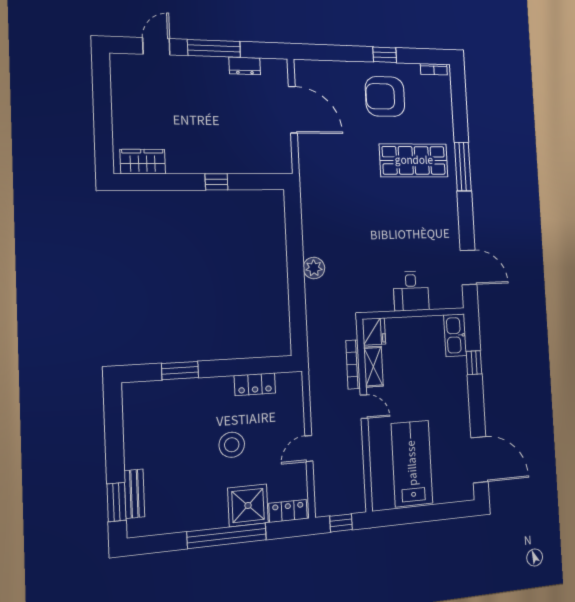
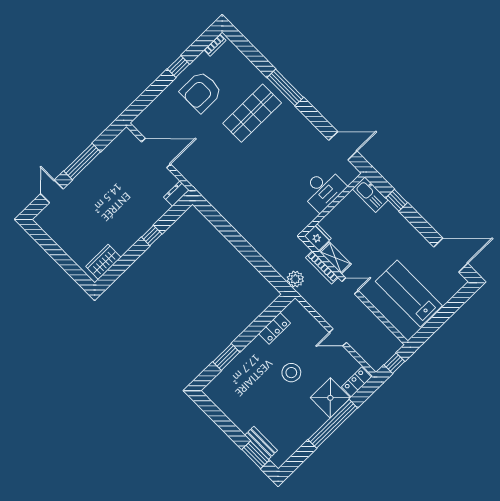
dresser: (245, 66) -> (176, 193), moved, turned 180
plant: (314, 268) -> (295, 279), moved
desk: (411, 291) -> (323, 189), width x1.37
door: (309, 448) -> (338, 337), hinge flipped

